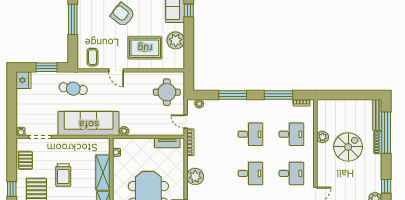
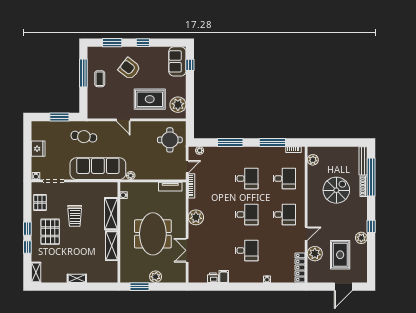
plant: (176, 40) -> (178, 105), moved
coffee table: (93, 57) -> (100, 79), moved
fridge: (23, 80) -> (38, 149), moved
door: (186, 121) -> (187, 167), swing flipped
plant: (323, 137) -> (313, 160), moved

